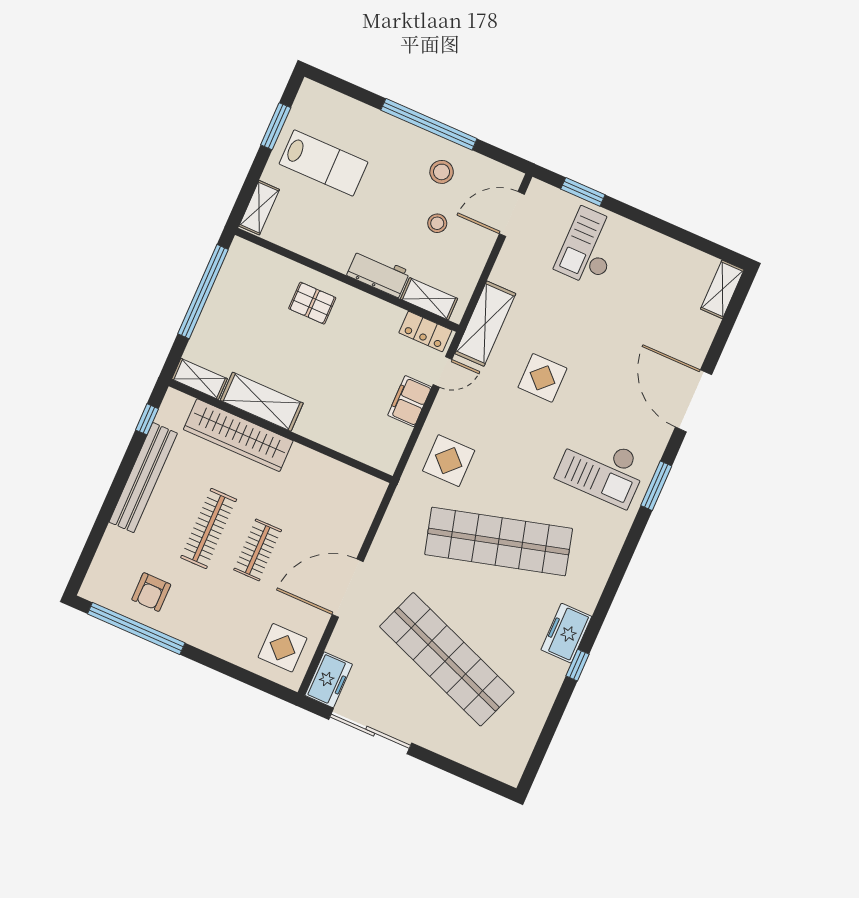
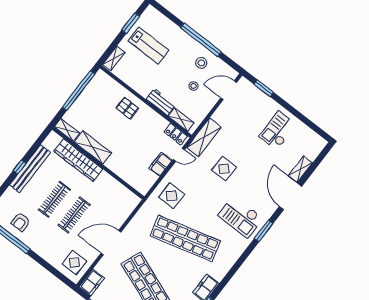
checkout: (589, 247) -> (278, 131), moved
shelving: (722, 289) -> (300, 169), moved
window: (147, 419) -> (20, 167), moved
clothes rail: (258, 550) -> (74, 215), width x1.36

